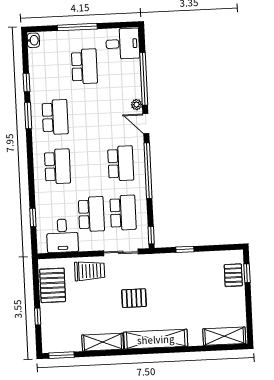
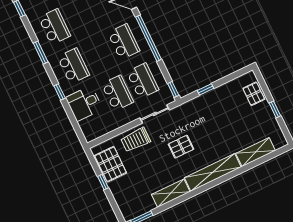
window: (28, 116) -> (41, 53), moved
window: (33, 217) -> (60, 92), moved
desk: (62, 236) -> (84, 103), moved, turned 90
trolley: (90, 271) -> (136, 140), turned 180
window: (247, 273) -> (275, 109), moved
window: (38, 316) -> (103, 182), moved
shelving: (224, 336) -> (256, 152), moved

